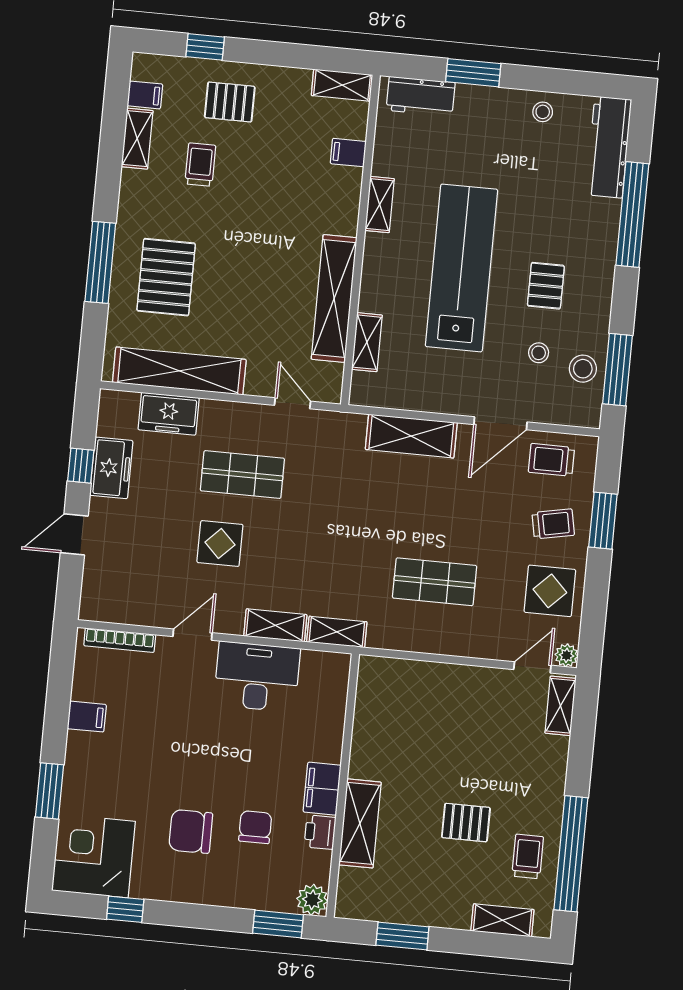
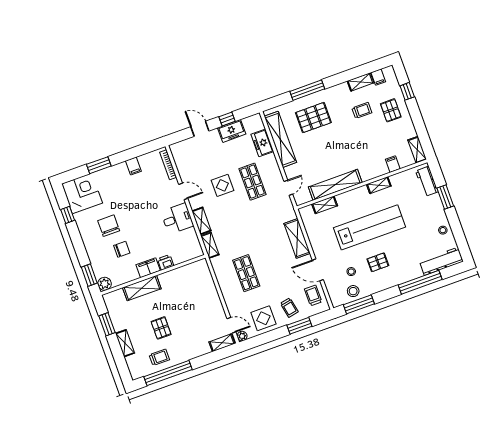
desk: (257, 677) -> (177, 219), width x0.73
printer: (320, 832) -> (166, 262), moved
shelving: (502, 920) -> (125, 343), moved

